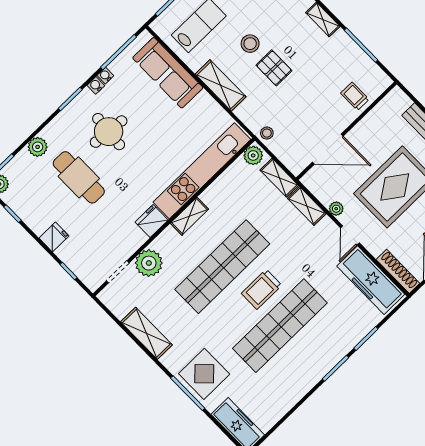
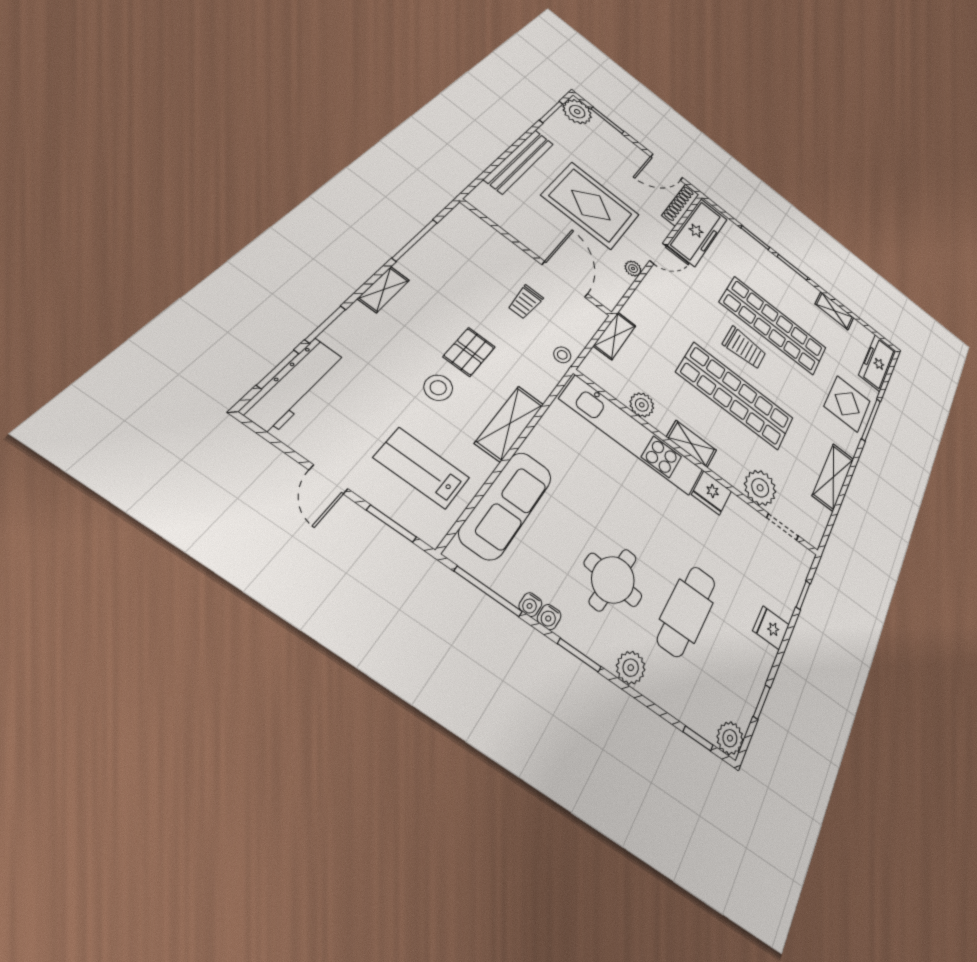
trolley: (355, 96) -> (526, 302), moved
plant: (38, 147) -> (631, 668), moved
plant: (253, 155) -> (642, 405), moved
shelving: (307, 206) -> (834, 311), moved, turned 90

